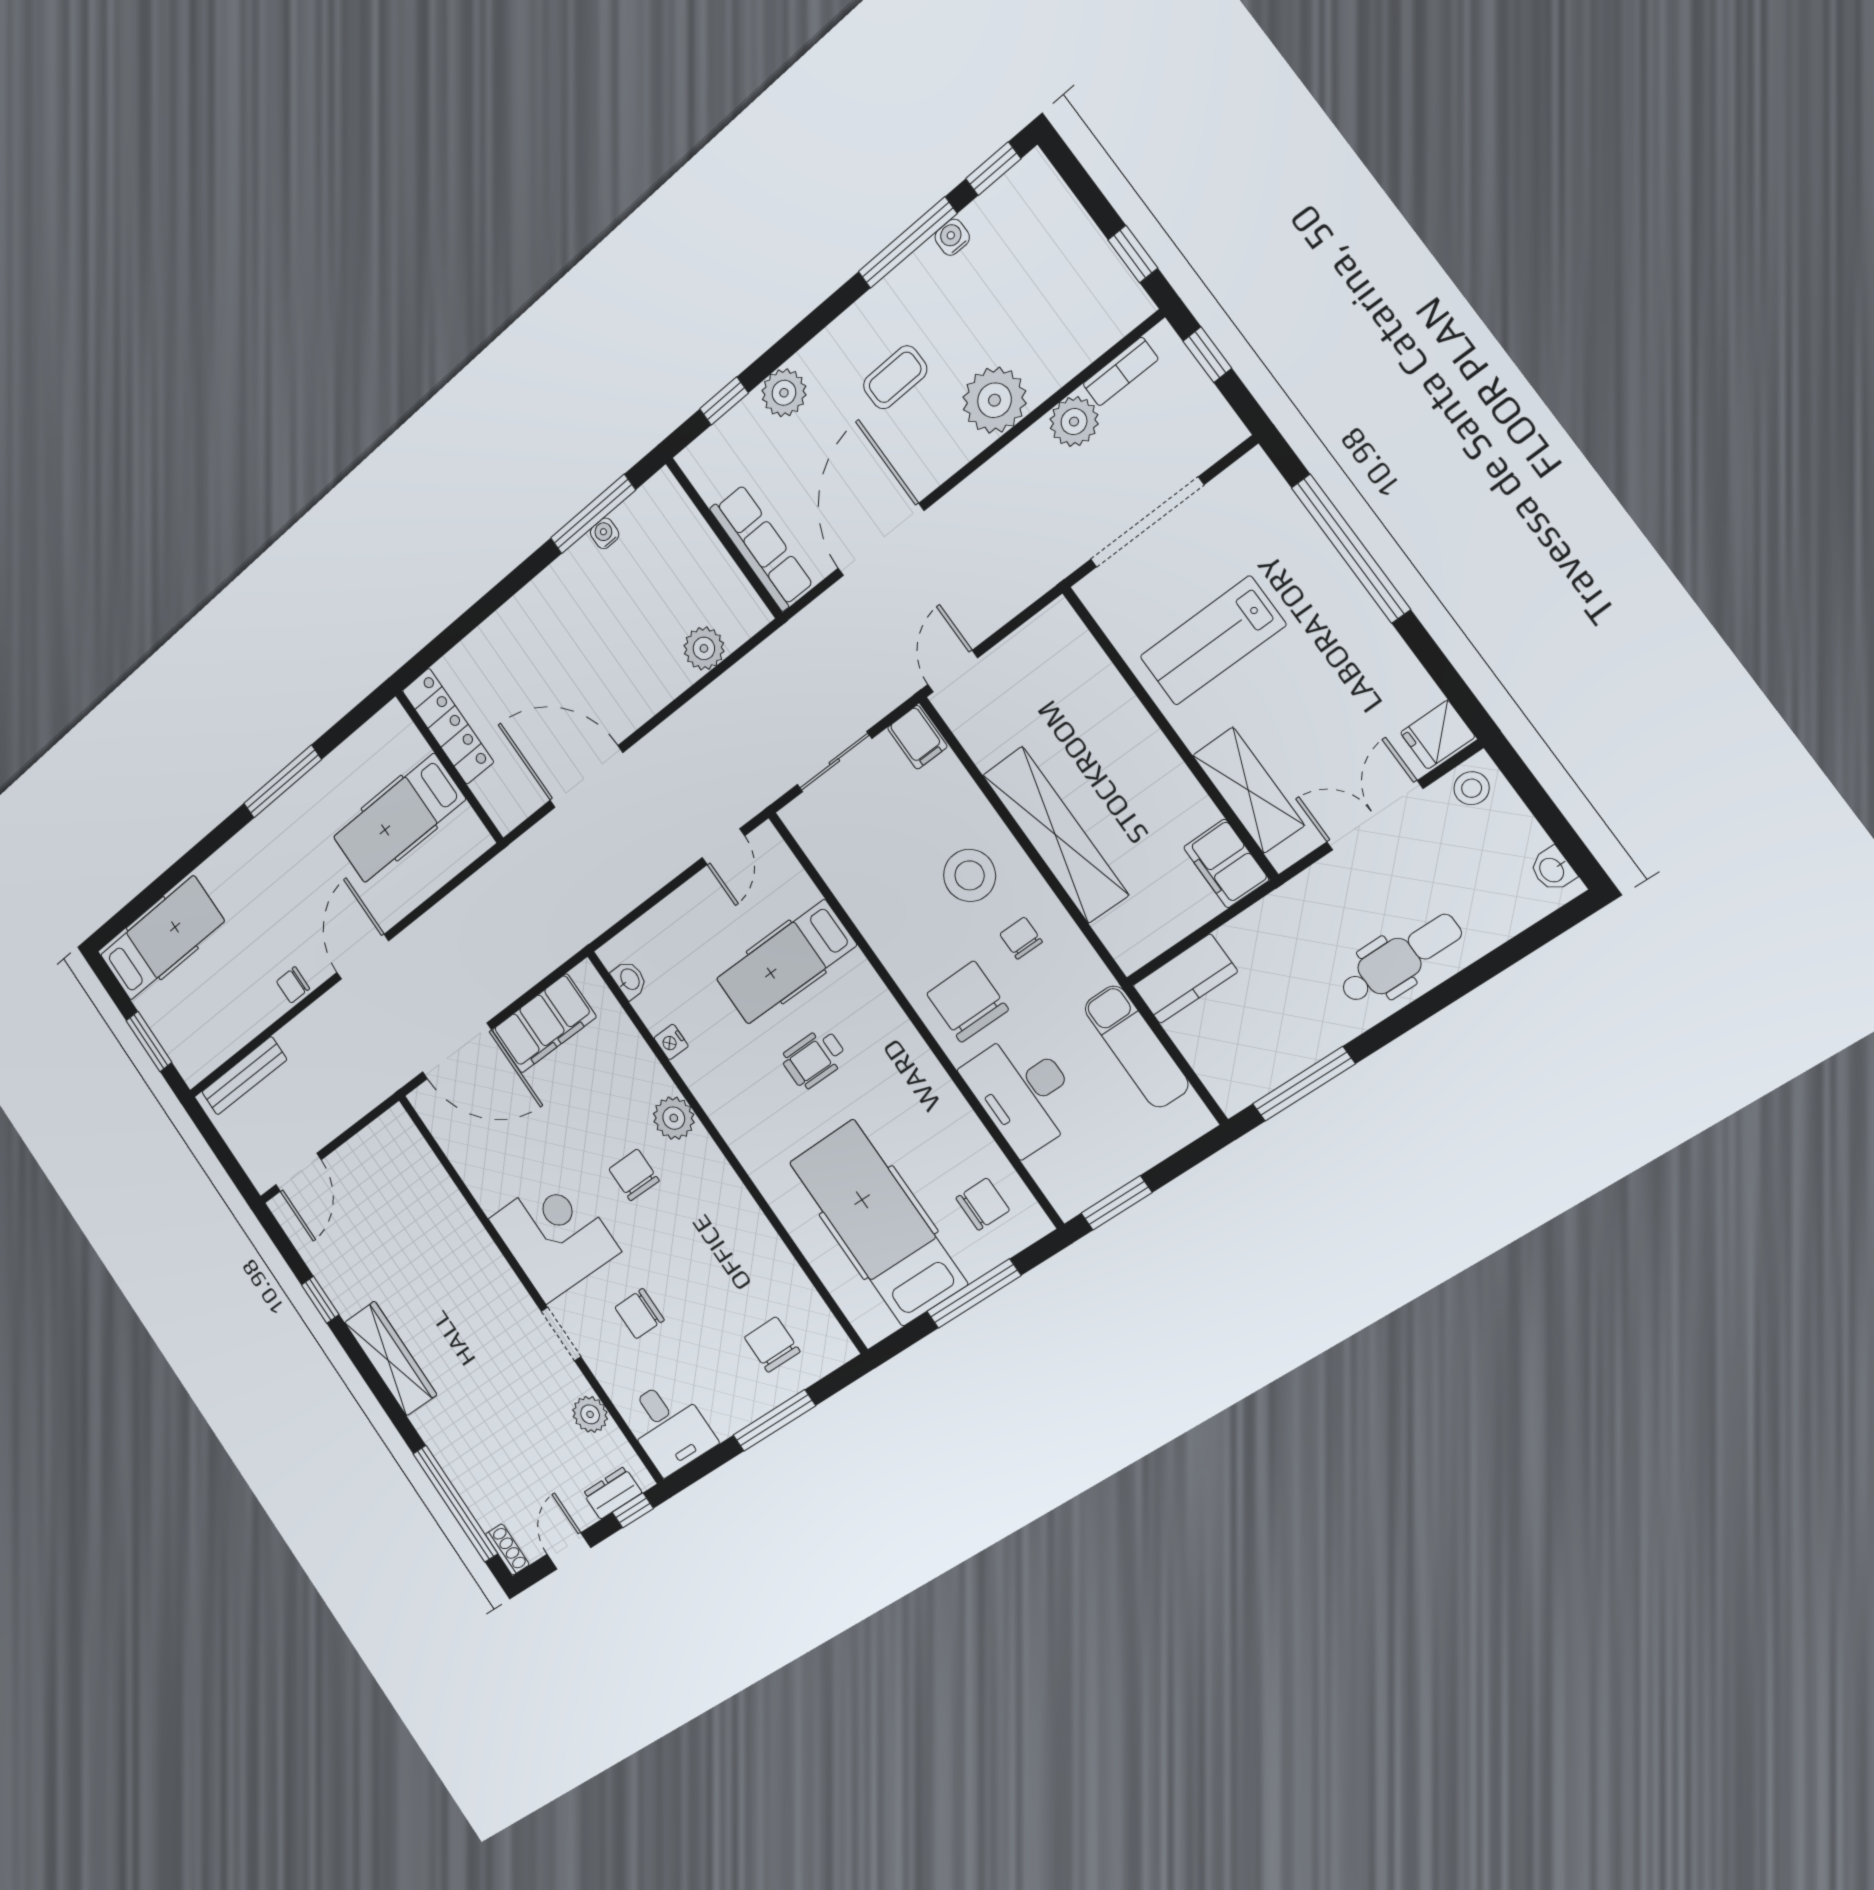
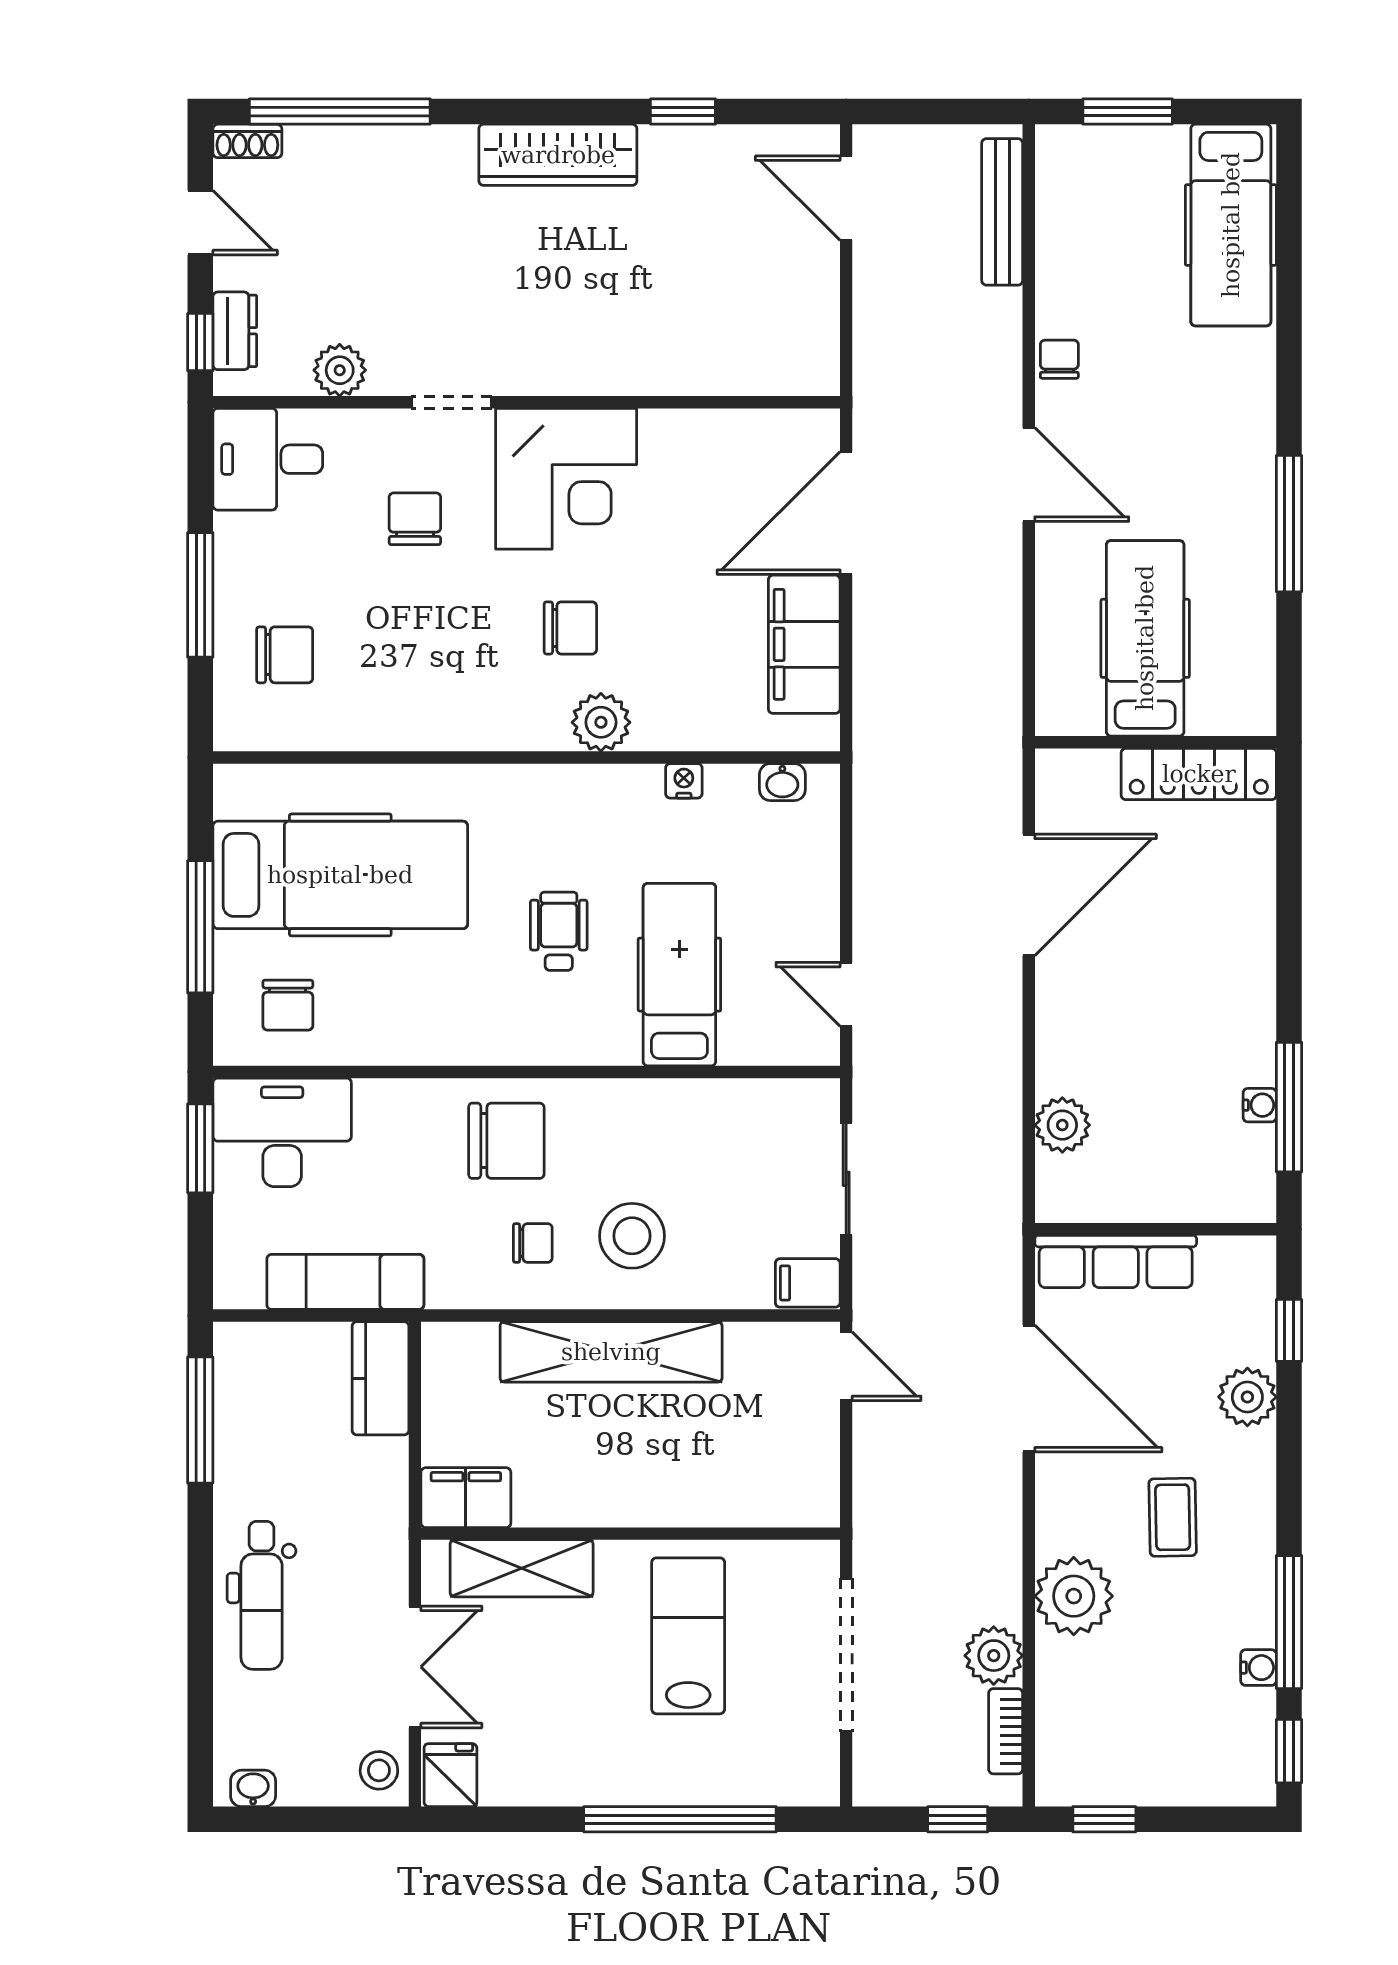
desk: (1023, 1092) -> (282, 1132), moved

